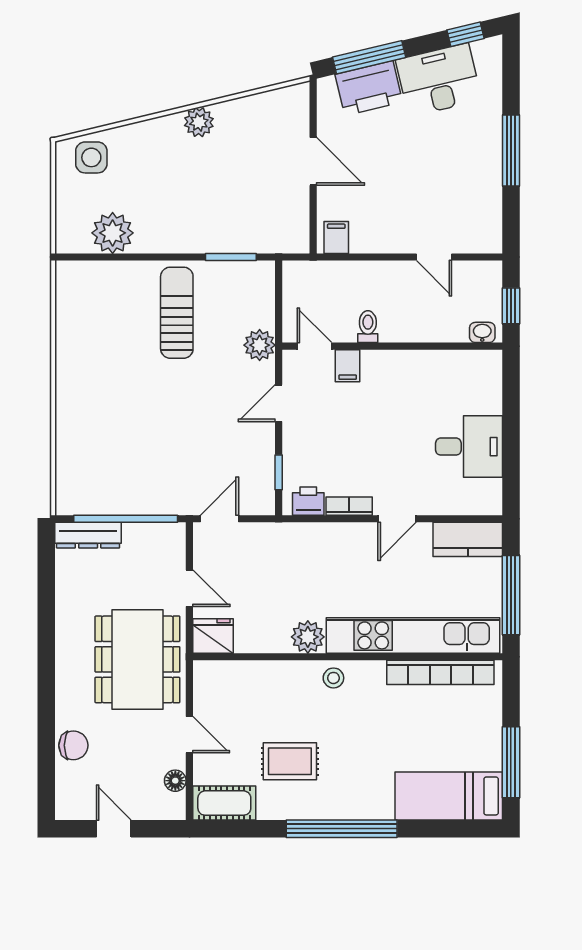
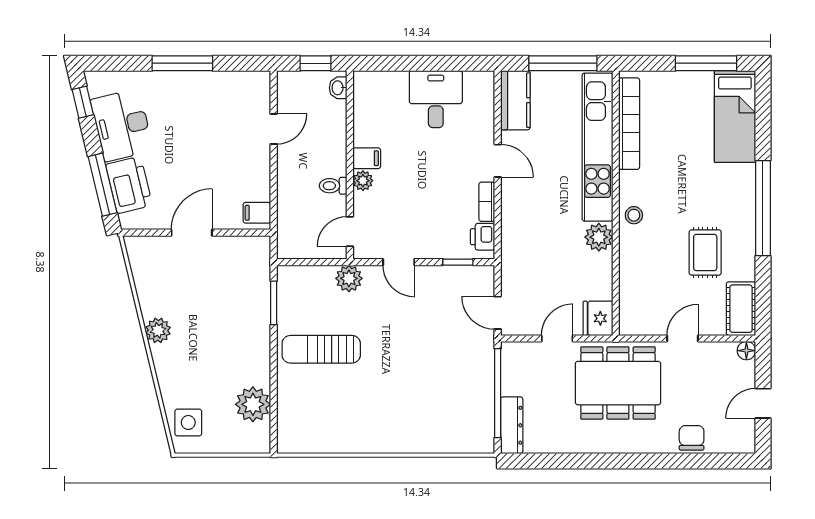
plant: (374, 361) -> (363, 181), added
filing cabinet: (348, 366) -> (367, 158), moved
floor lamp: (175, 781) -> (746, 351), moved

